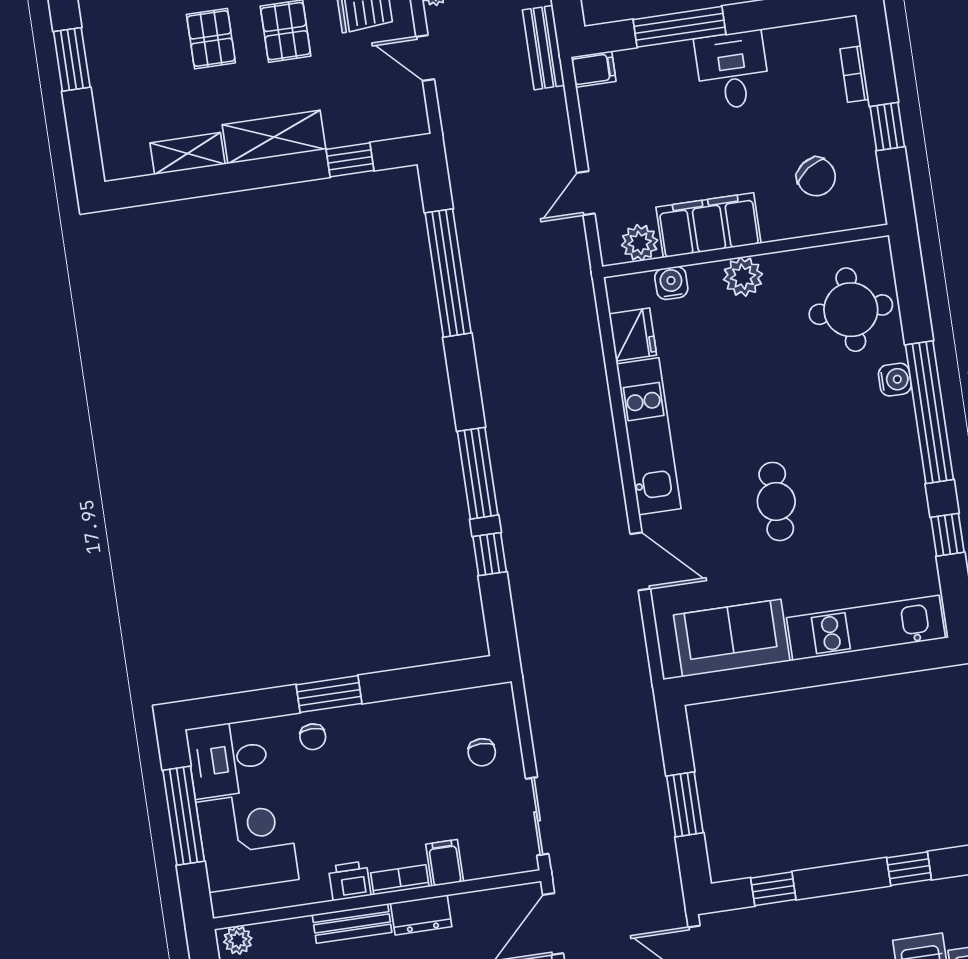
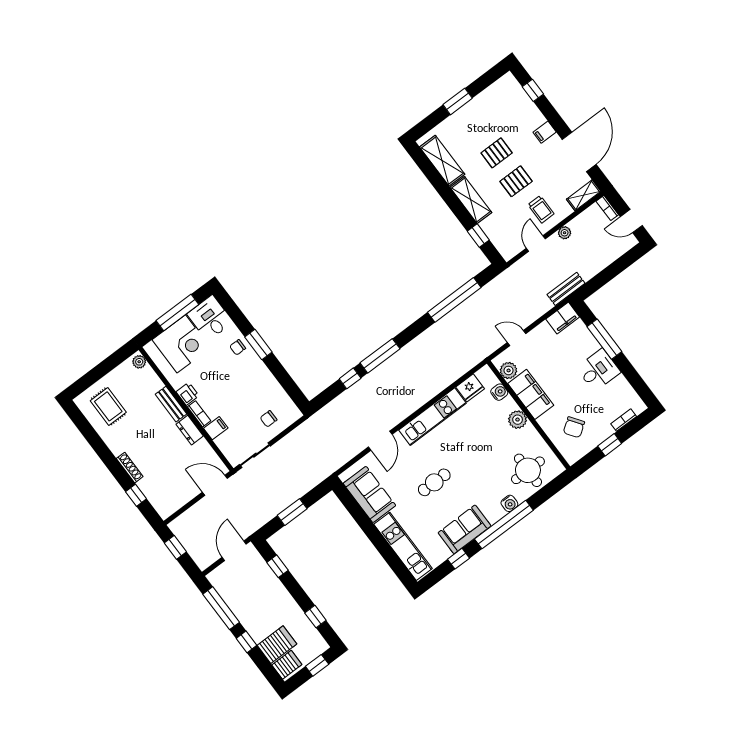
filing cabinet: (594, 69) -> (563, 318), width x2.00
shelving: (188, 154) -> (442, 161), width x1.50, depth x1.33
sofa: (898, 493) -> (464, 529), added

